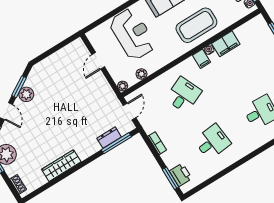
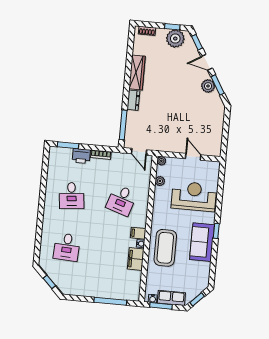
reception desk: (132, 34) -> (194, 196), turned 180
desk: (184, 95) -> (122, 200), turned 42
dresser: (109, 138) -> (133, 100), moved
printer: (181, 175) -> (81, 156), moved

